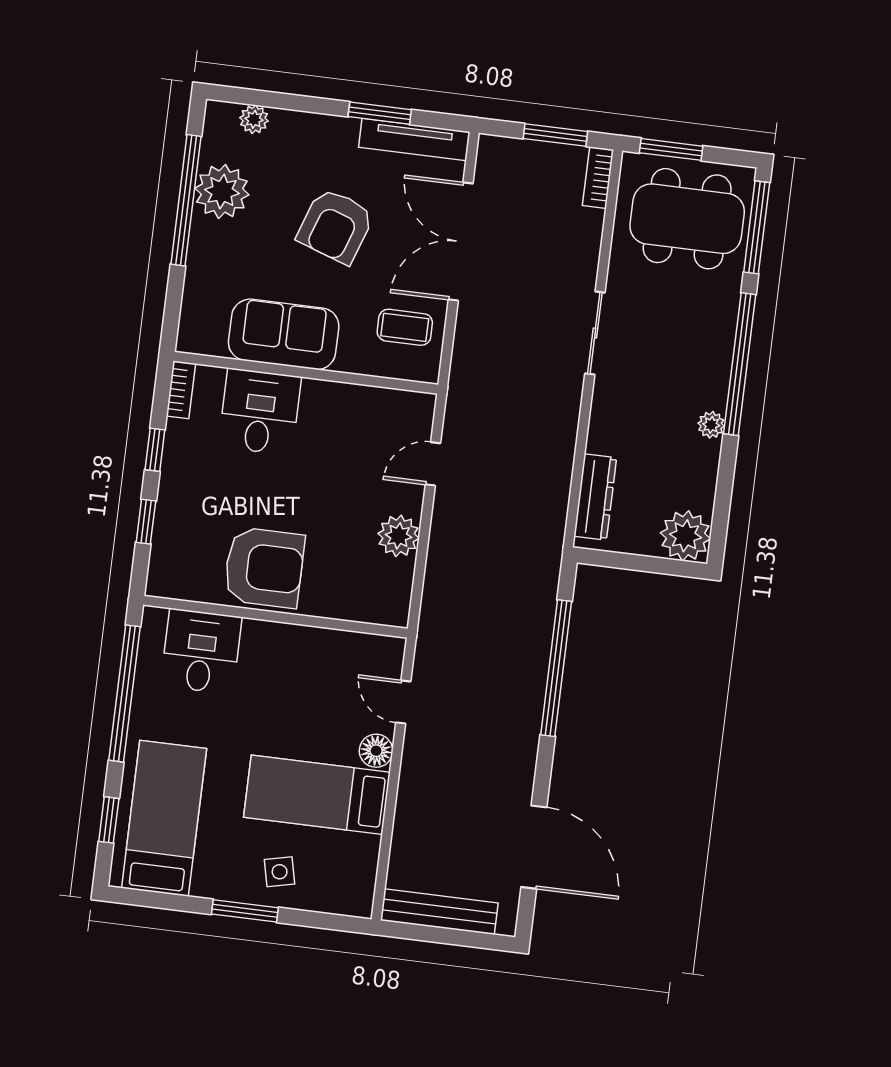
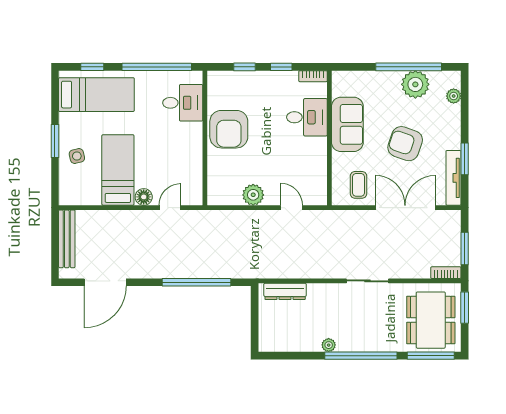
plant: (685, 536) -> (271, 339), removed

